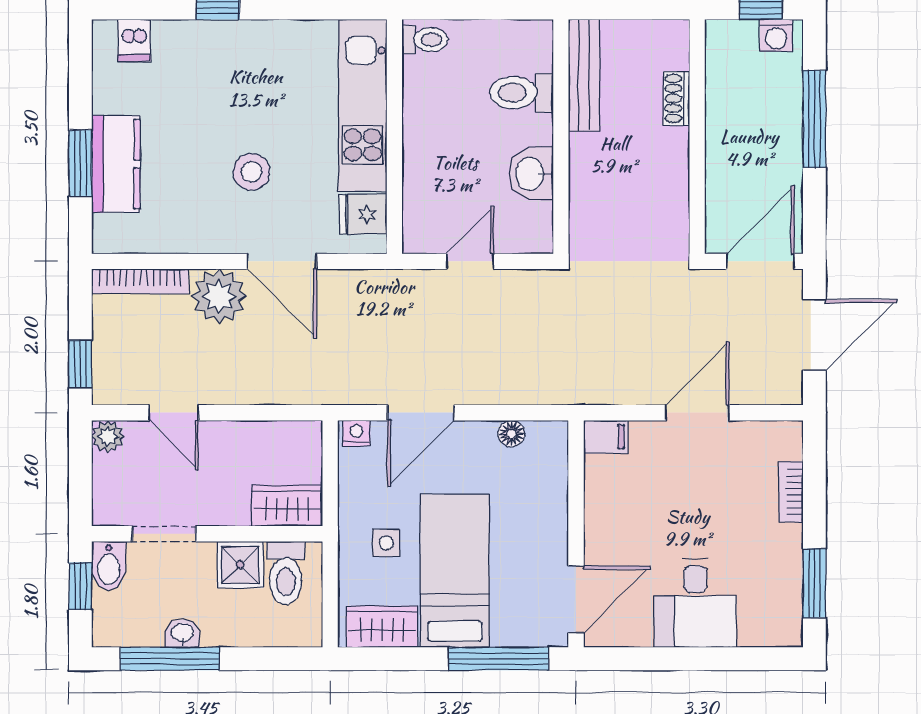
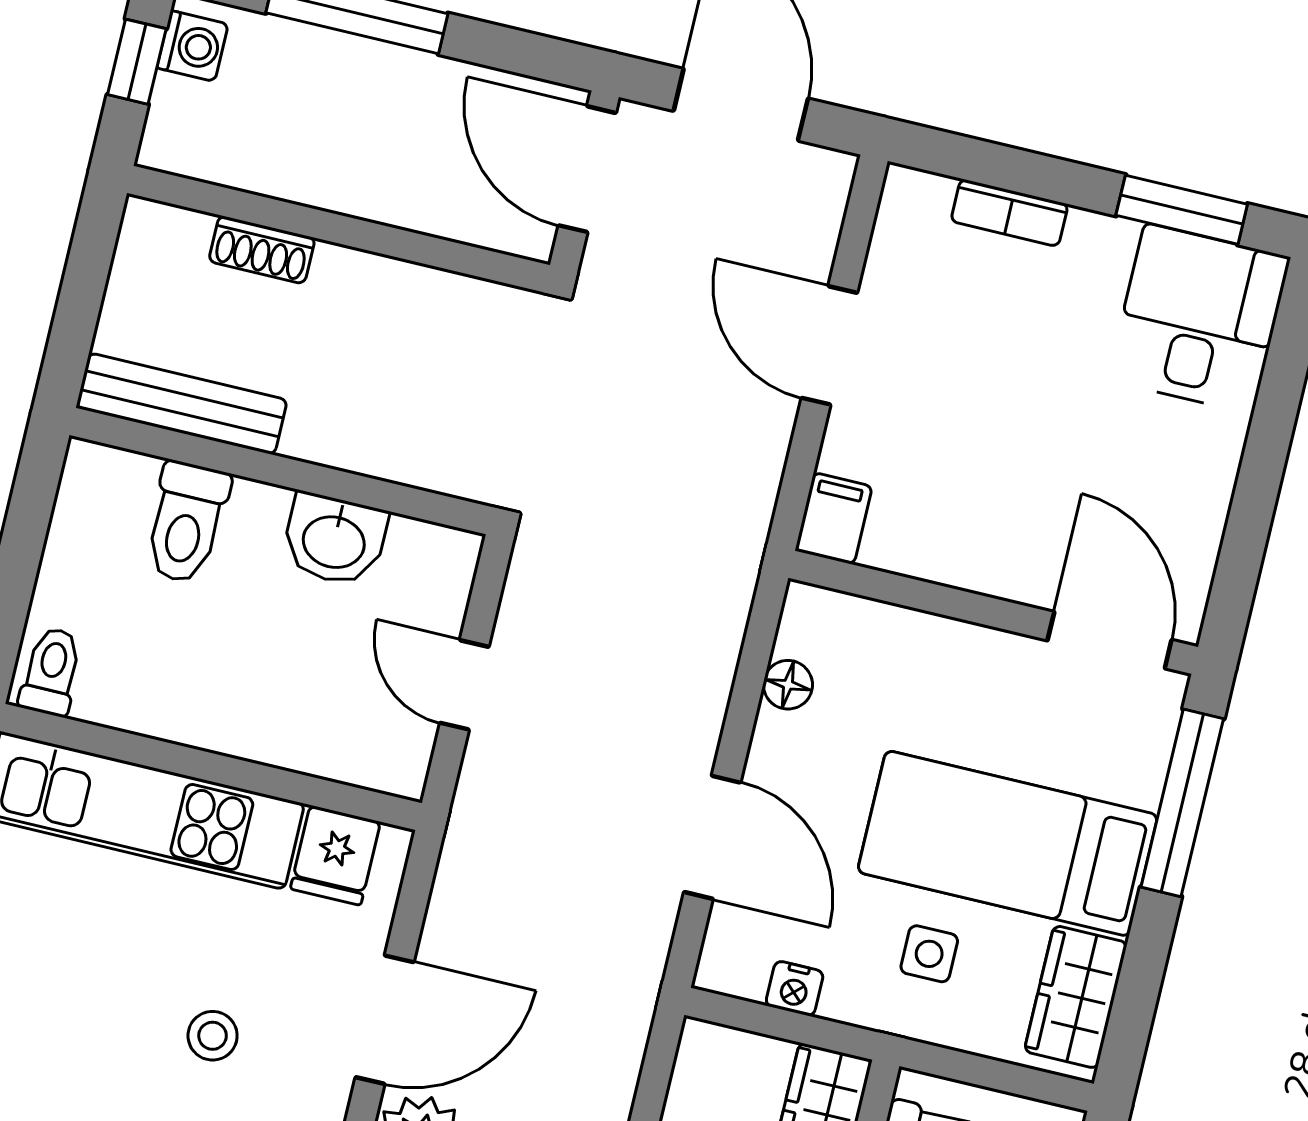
stool: (252, 172) -> (213, 1036), width x0.73, depth x0.73
nightstand: (356, 433) -> (795, 989), moved, turned -90
desk: (695, 603) -> (1199, 318), moved, turned -90

